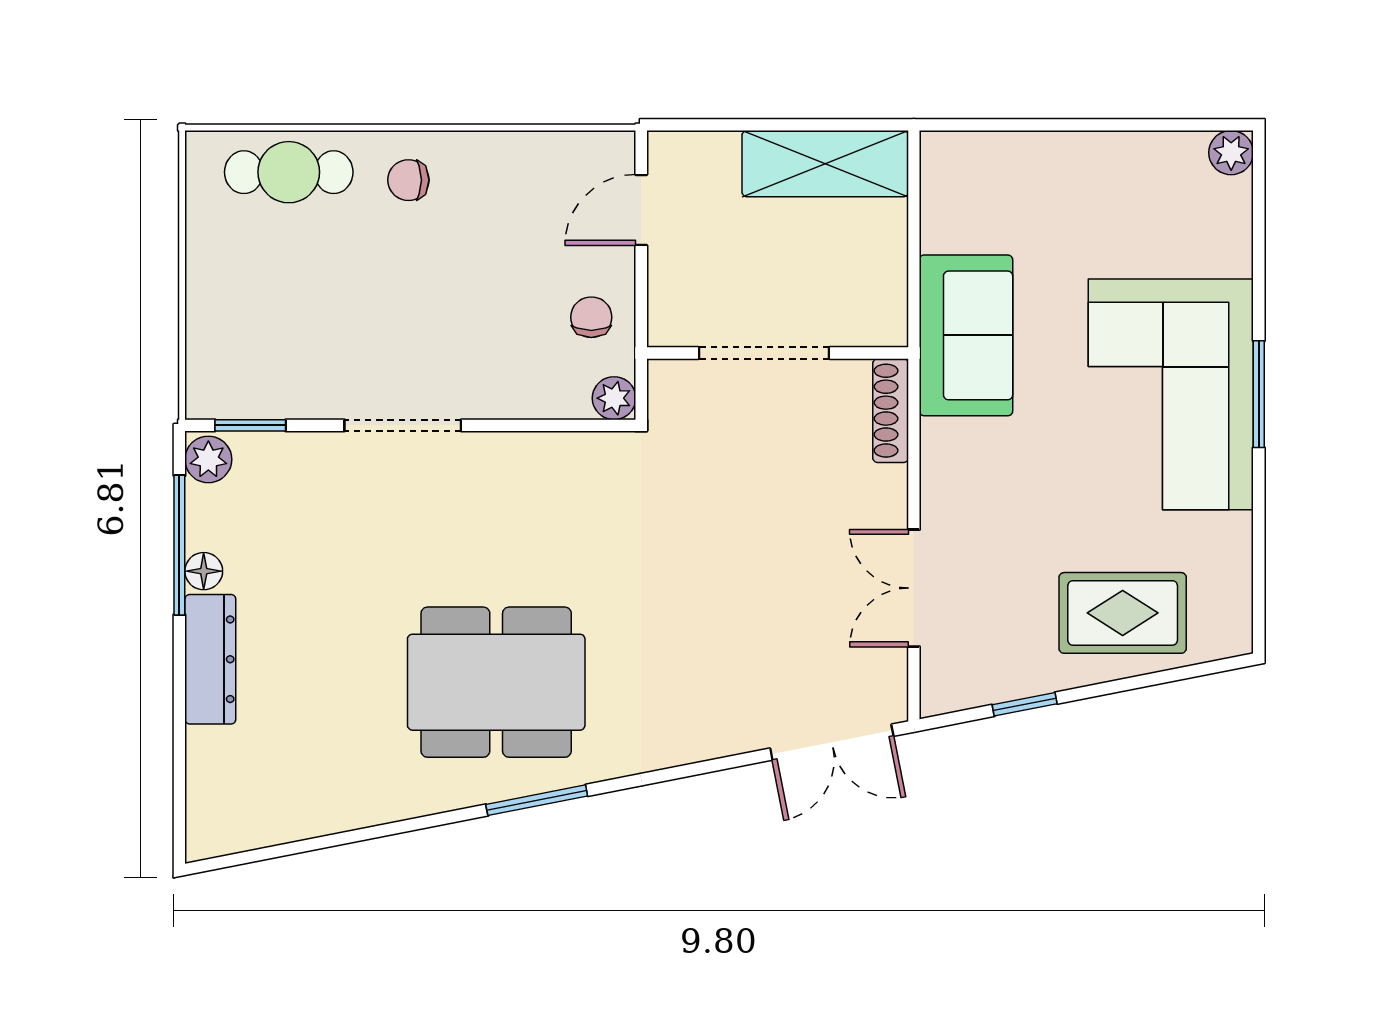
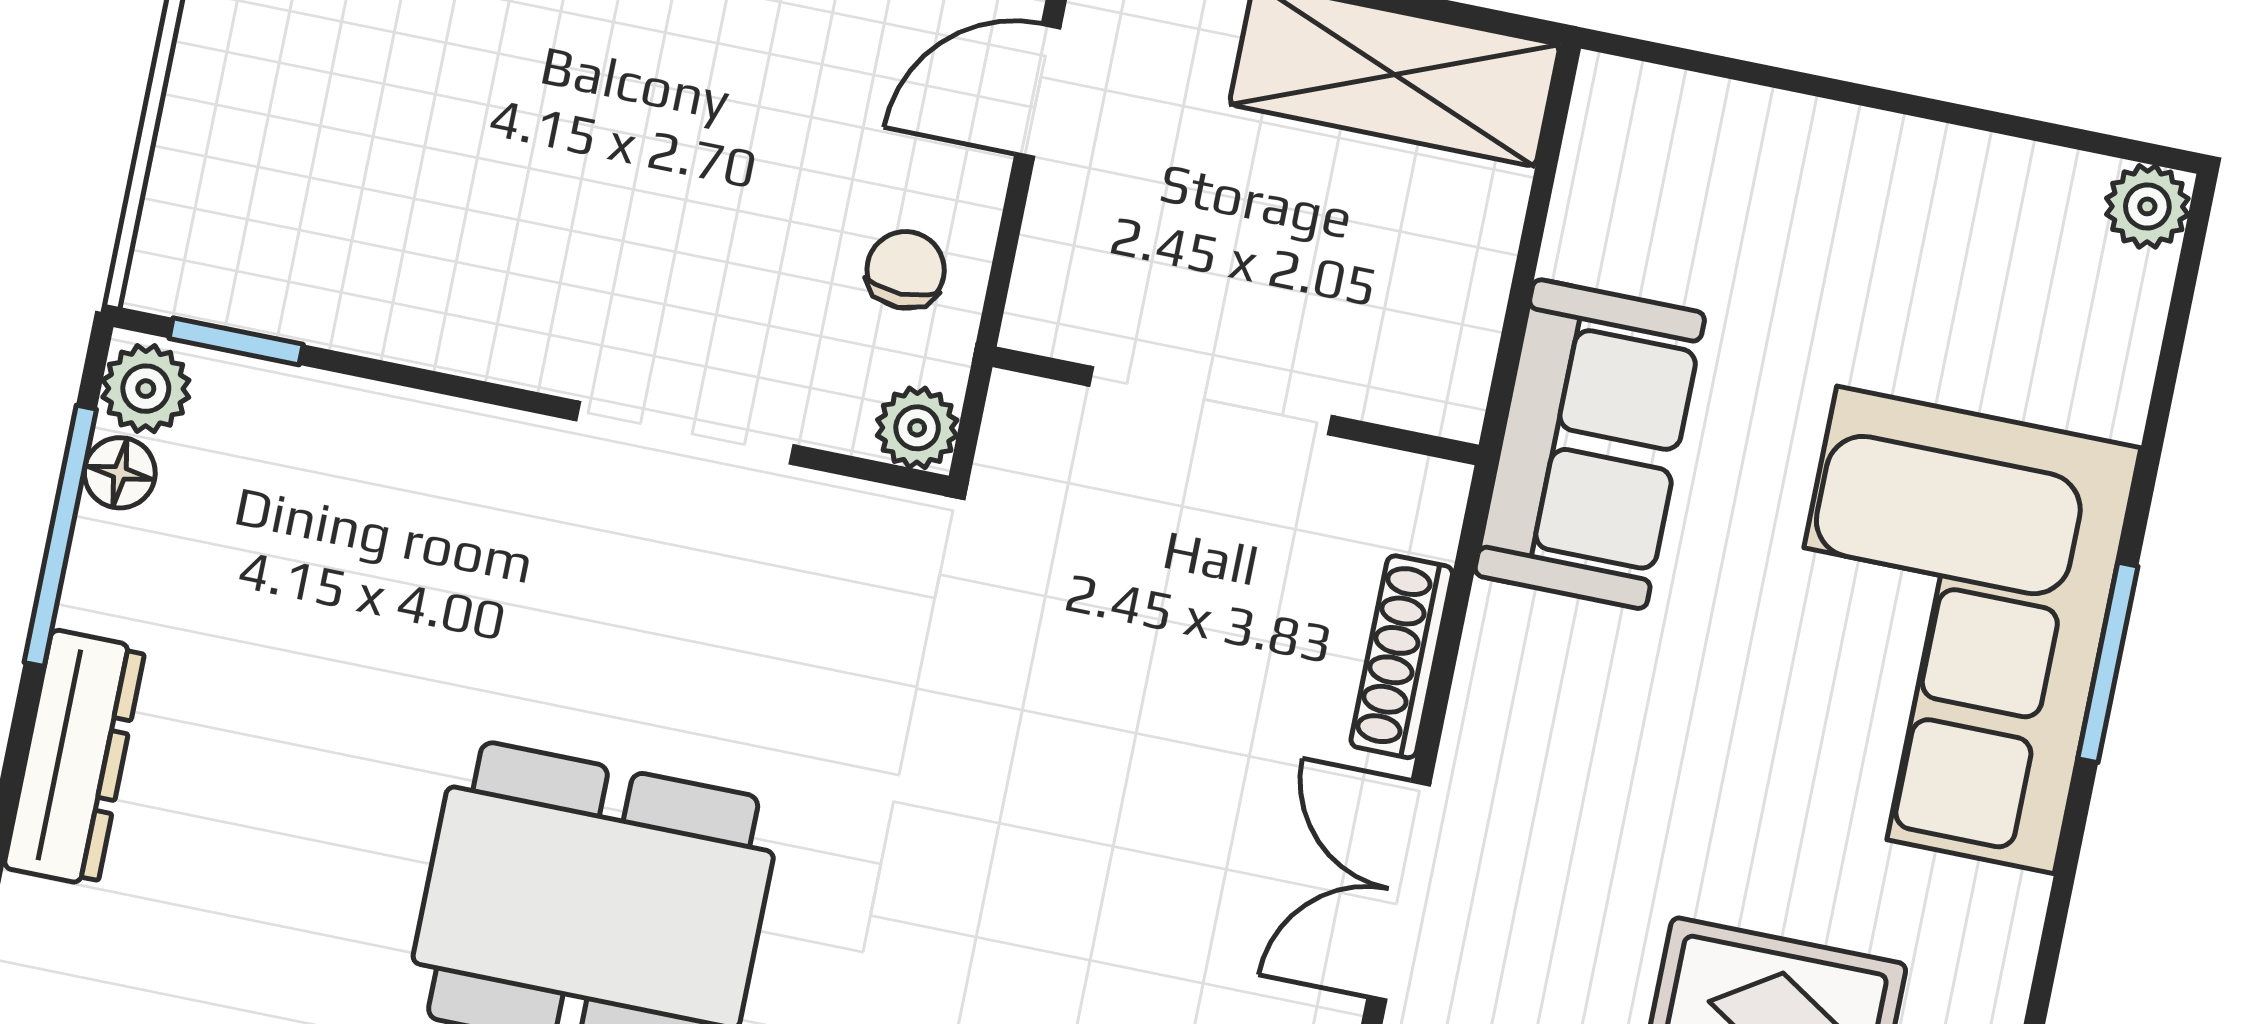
shoe rack: (891, 411) -> (1402, 657), moved
doorway: (403, 425) -> (685, 433), moved
floor lamp: (204, 571) -> (120, 473), moved

